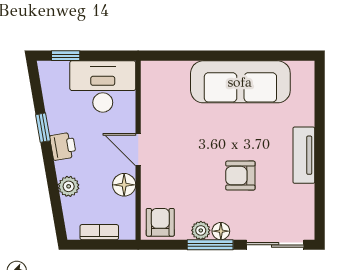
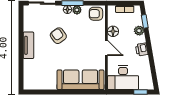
sofa: (240, 82) -> (81, 80), moved
window: (43, 128) -> (145, 21), moved
armchair: (240, 176) -> (58, 36), turned -126
armchair: (160, 222) -> (96, 14), turned 90

